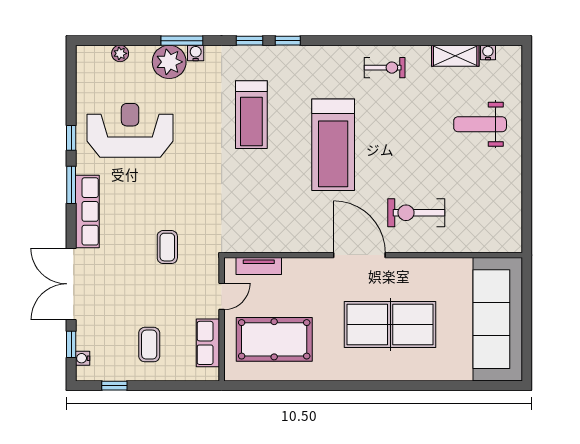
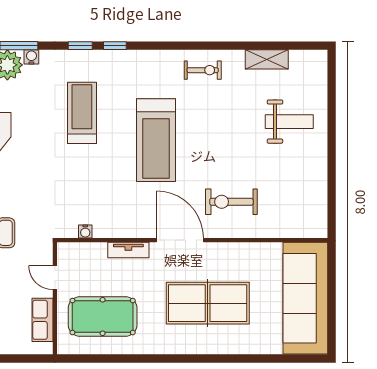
water cooler: (488, 52) -> (85, 232), moved, turned 180
treadmill: (251, 115) -> (82, 113), turned 180
weight bench: (480, 124) -> (289, 122), turned 180
tv unit: (259, 266) -> (128, 250), moved
door: (222, 296) -> (55, 278), swing flipped

